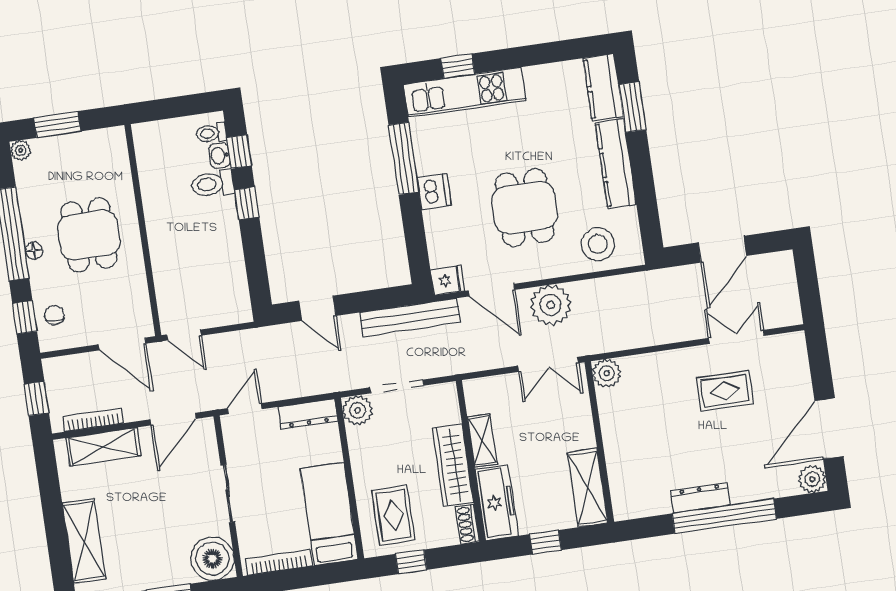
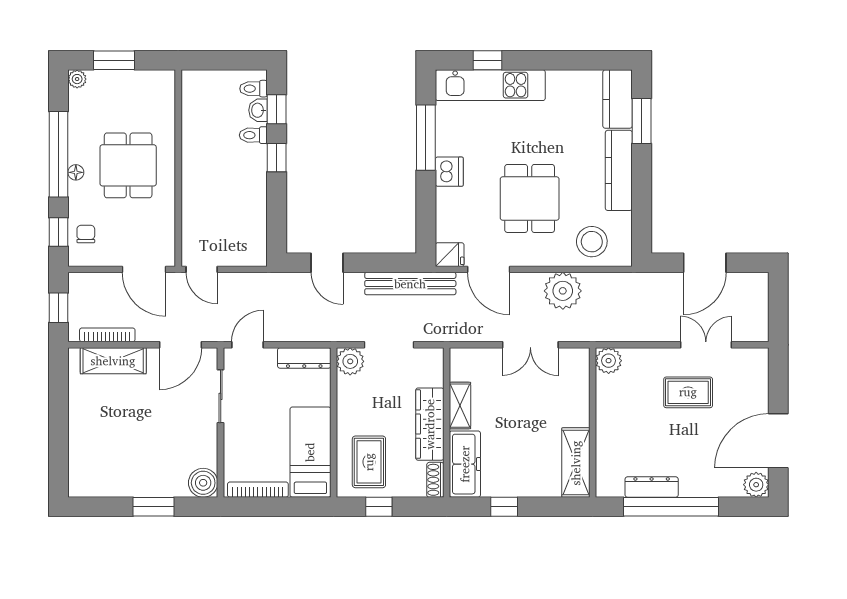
toilet: (213, 184) -> (253, 135), width x0.73, depth x0.72
plant: (551, 305) -> (563, 291), moved
plant: (607, 373) -> (609, 361), moved
wall: (599, 442) -> (593, 422), moved
shelving: (588, 488) -> (576, 463), moved
sliding door: (228, 493) -> (221, 396), moved
shelving: (84, 541) -> (83, 444), removed
boiler: (212, 559) -> (203, 483), width x0.73, depth x0.73

